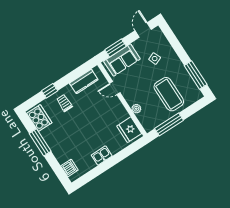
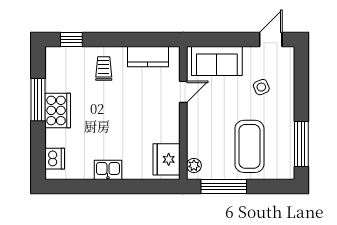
window: (115, 48) -> (219, 39), removed
door: (115, 88) -> (183, 92), swing flipped
window: (50, 91) -> (71, 39), moved
plant: (136, 109) -> (194, 165), moved
cooker: (39, 118) -> (58, 110), moved

